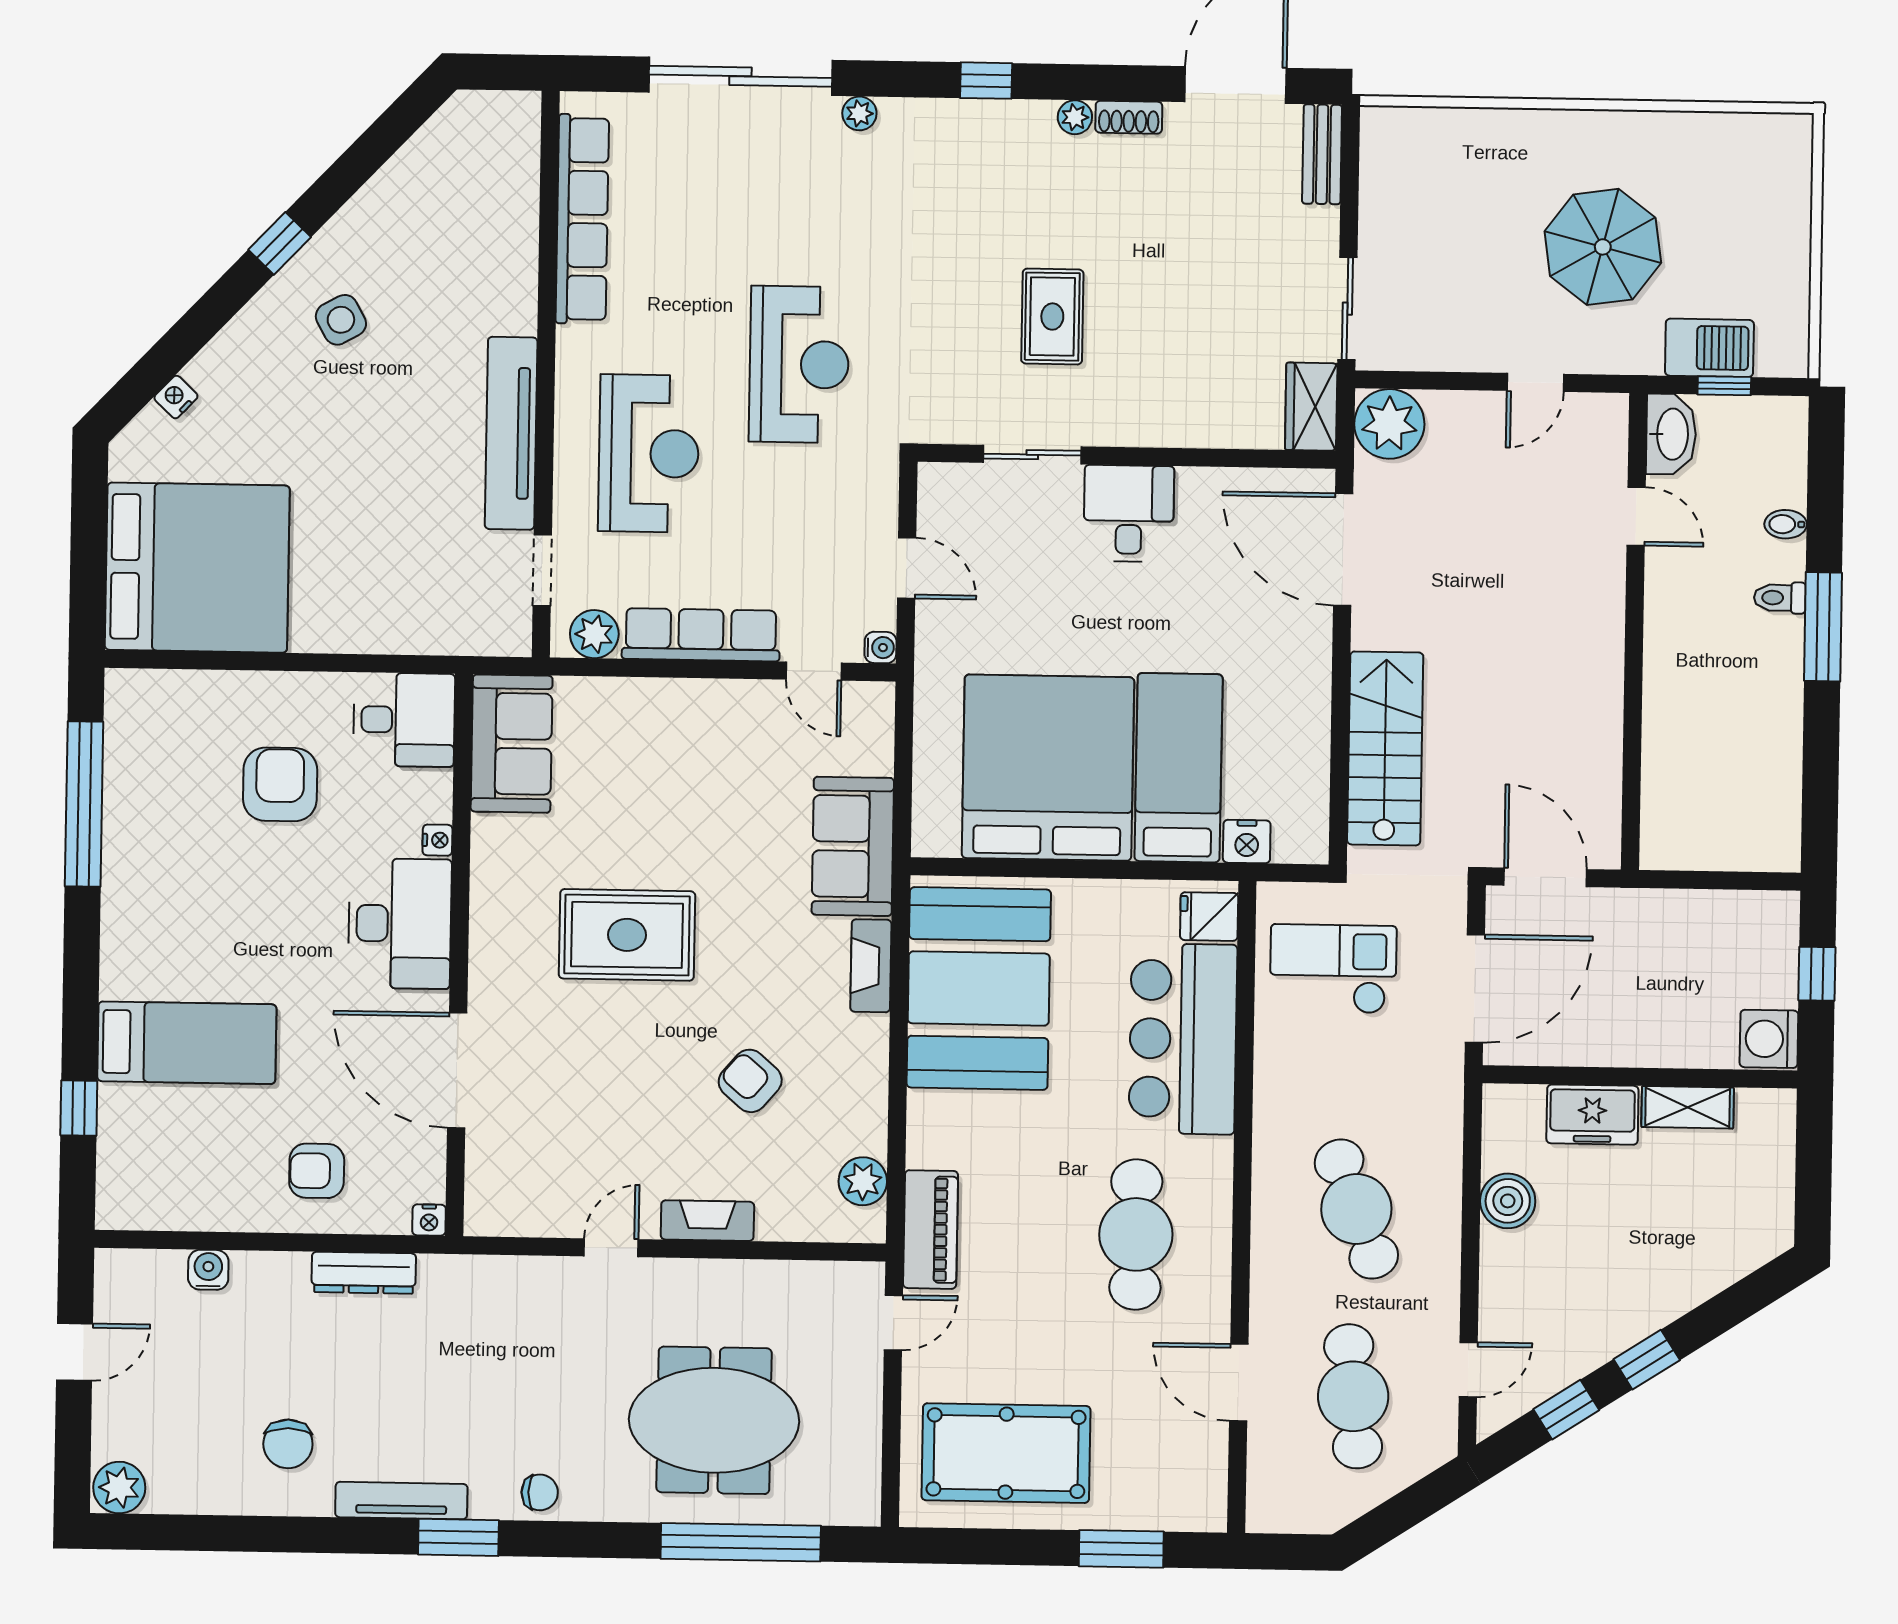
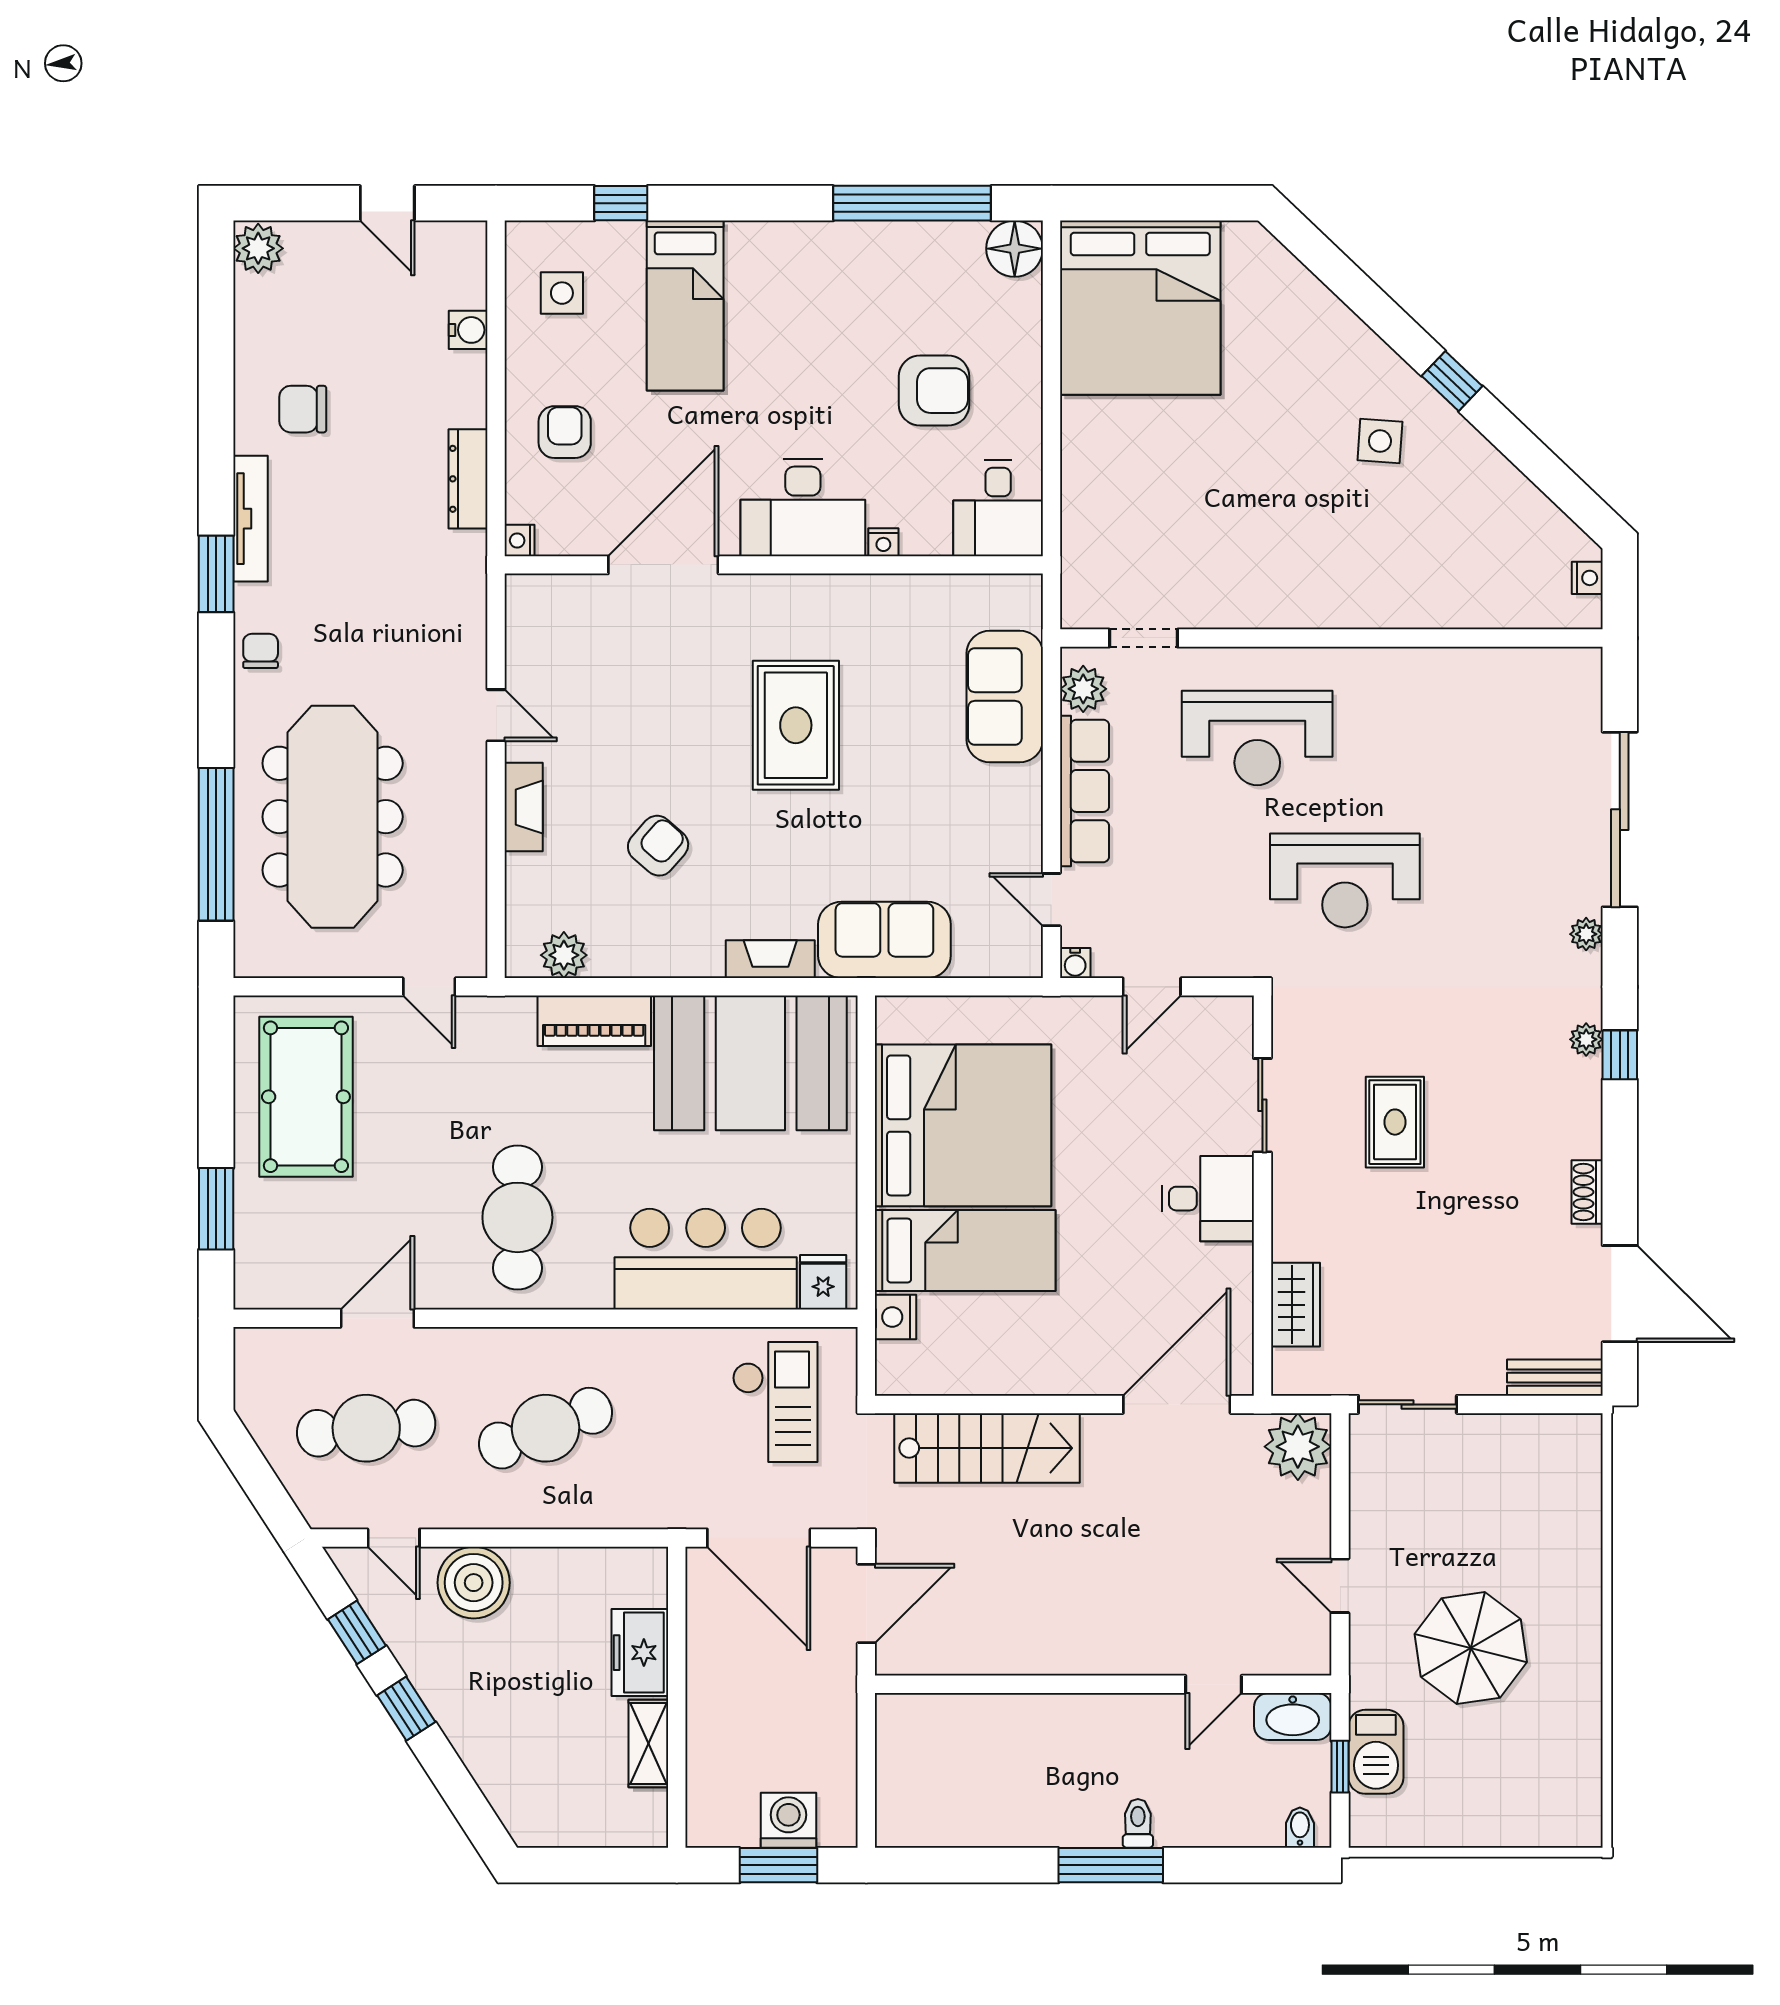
plant: (1075, 117) -> (1586, 1039), moved
row of seats: (582, 219) -> (1481, 670), removed
rug: (1052, 317) -> (1395, 1122), turned 90
side table: (341, 320) -> (1380, 441), turned 33
nightstand: (176, 397) -> (1587, 578), moved, turned 46
wardrobe: (1311, 407) -> (1295, 1305), moved, turned 90
tv unit: (511, 433) -> (1274, 606), removed
bidet: (1786, 524) -> (1300, 1828), moved
door: (814, 671) -> (1051, 900), hinge flipped
floor lamp: (133, 698) -> (1015, 249), added
sofa: (512, 744) -> (1005, 697), moved, turned 90
window: (1817, 974) -> (778, 1865), width x1.50
washing machine: (1769, 1039) -> (788, 1820), moved
side table: (171, 1171) -> (562, 293), added
boiler: (1508, 1201) -> (474, 1583), moved, width x1.37, depth x1.37
piano: (931, 1230) -> (594, 1021), moved
cafe table: (1136, 1234) -> (517, 1217), turned 90
meeting table: (714, 1420) -> (333, 817), width x1.36
chair: (540, 1492) -> (261, 651), turned 180

